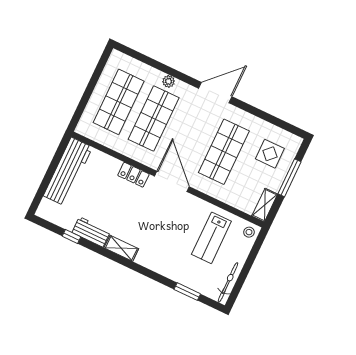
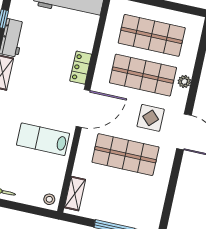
display table: (270, 154) -> (151, 118), moved
shelving: (265, 205) -> (75, 194), moved, turned 90
lab bench: (211, 238) -> (43, 139), moved

